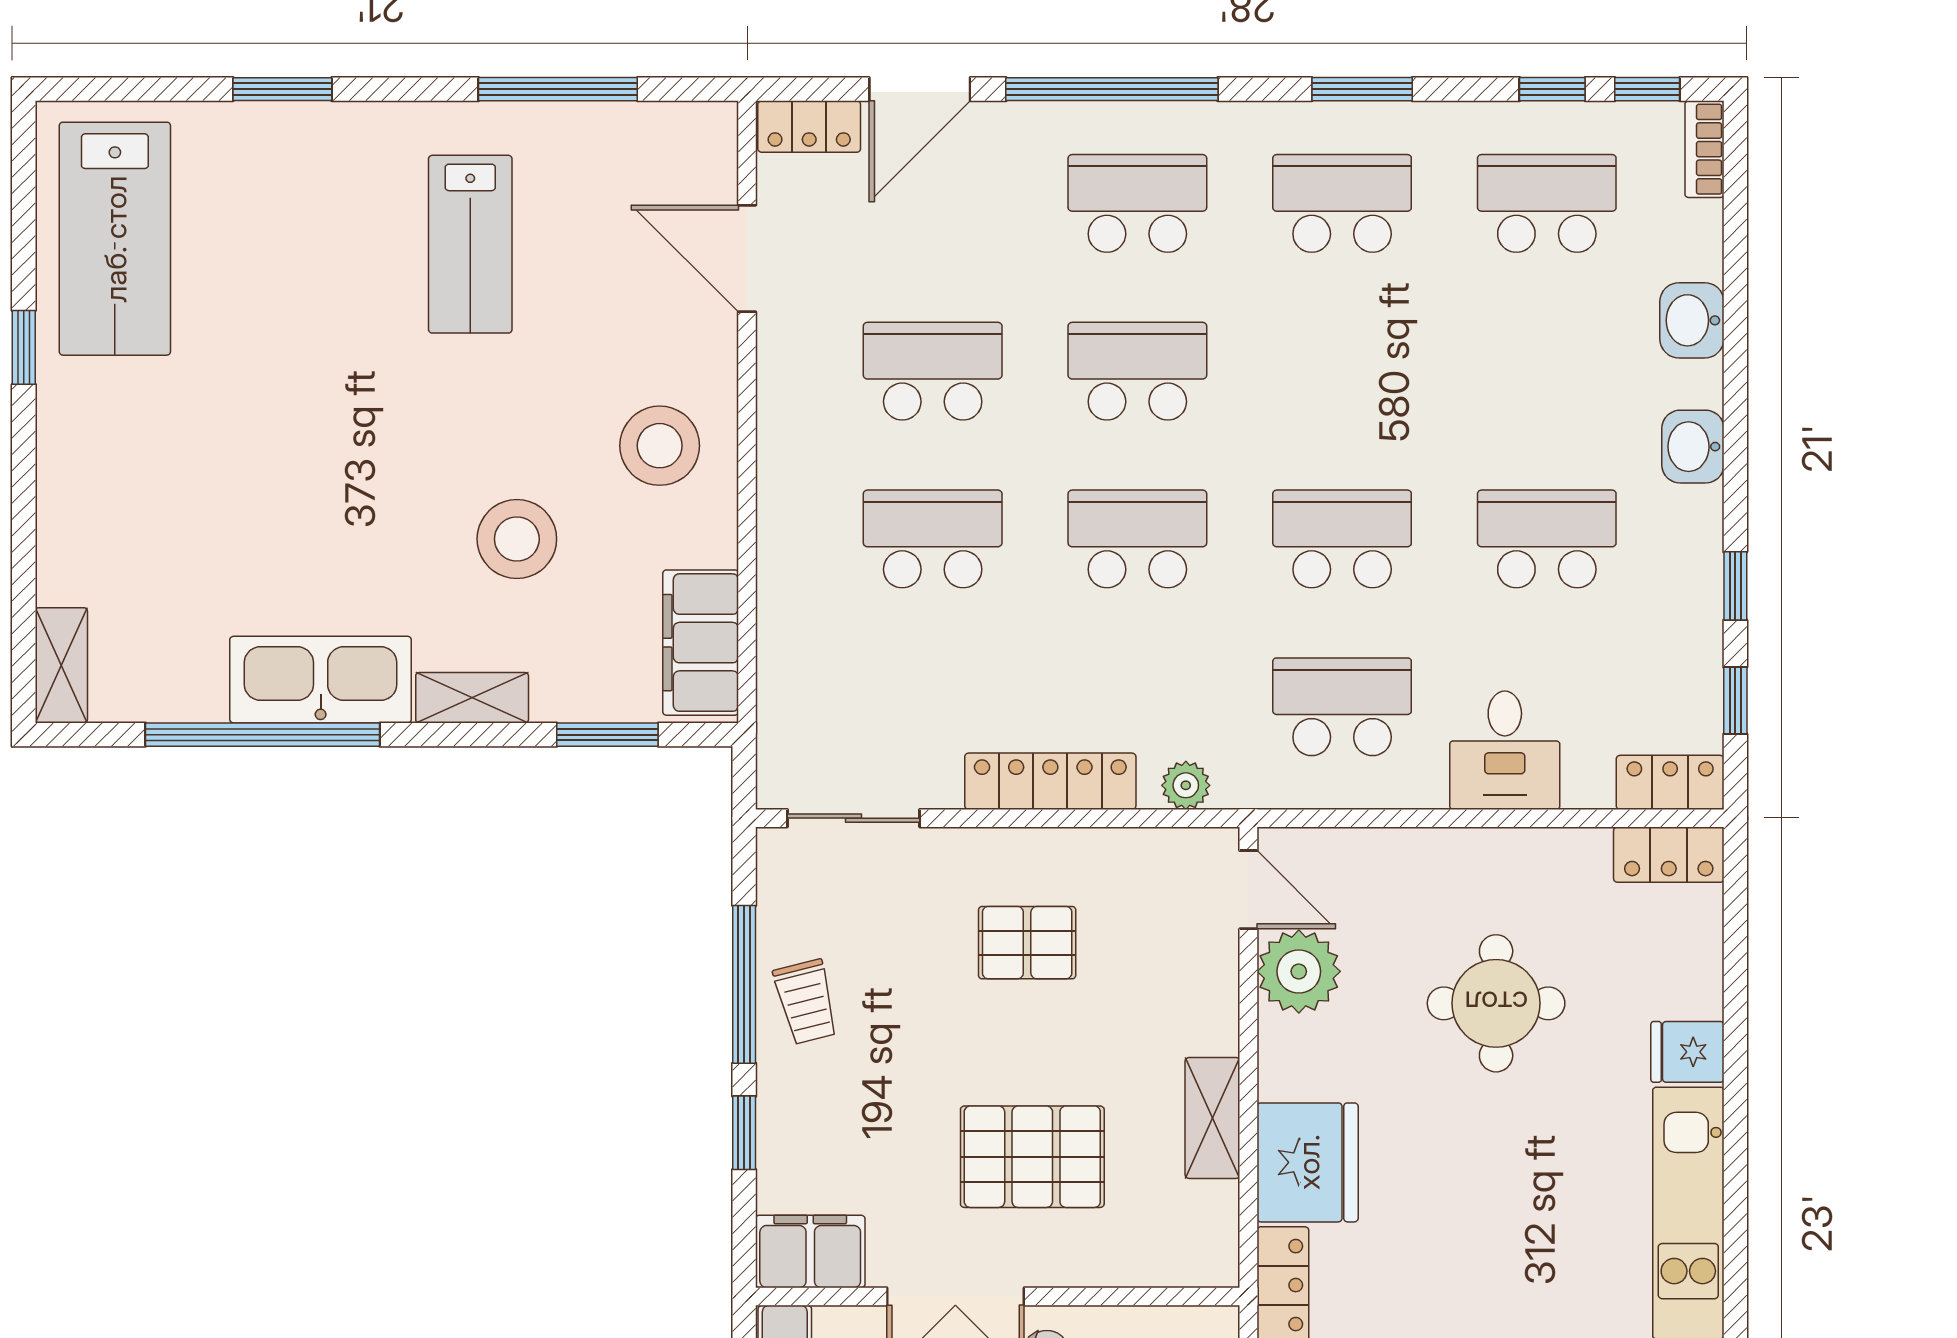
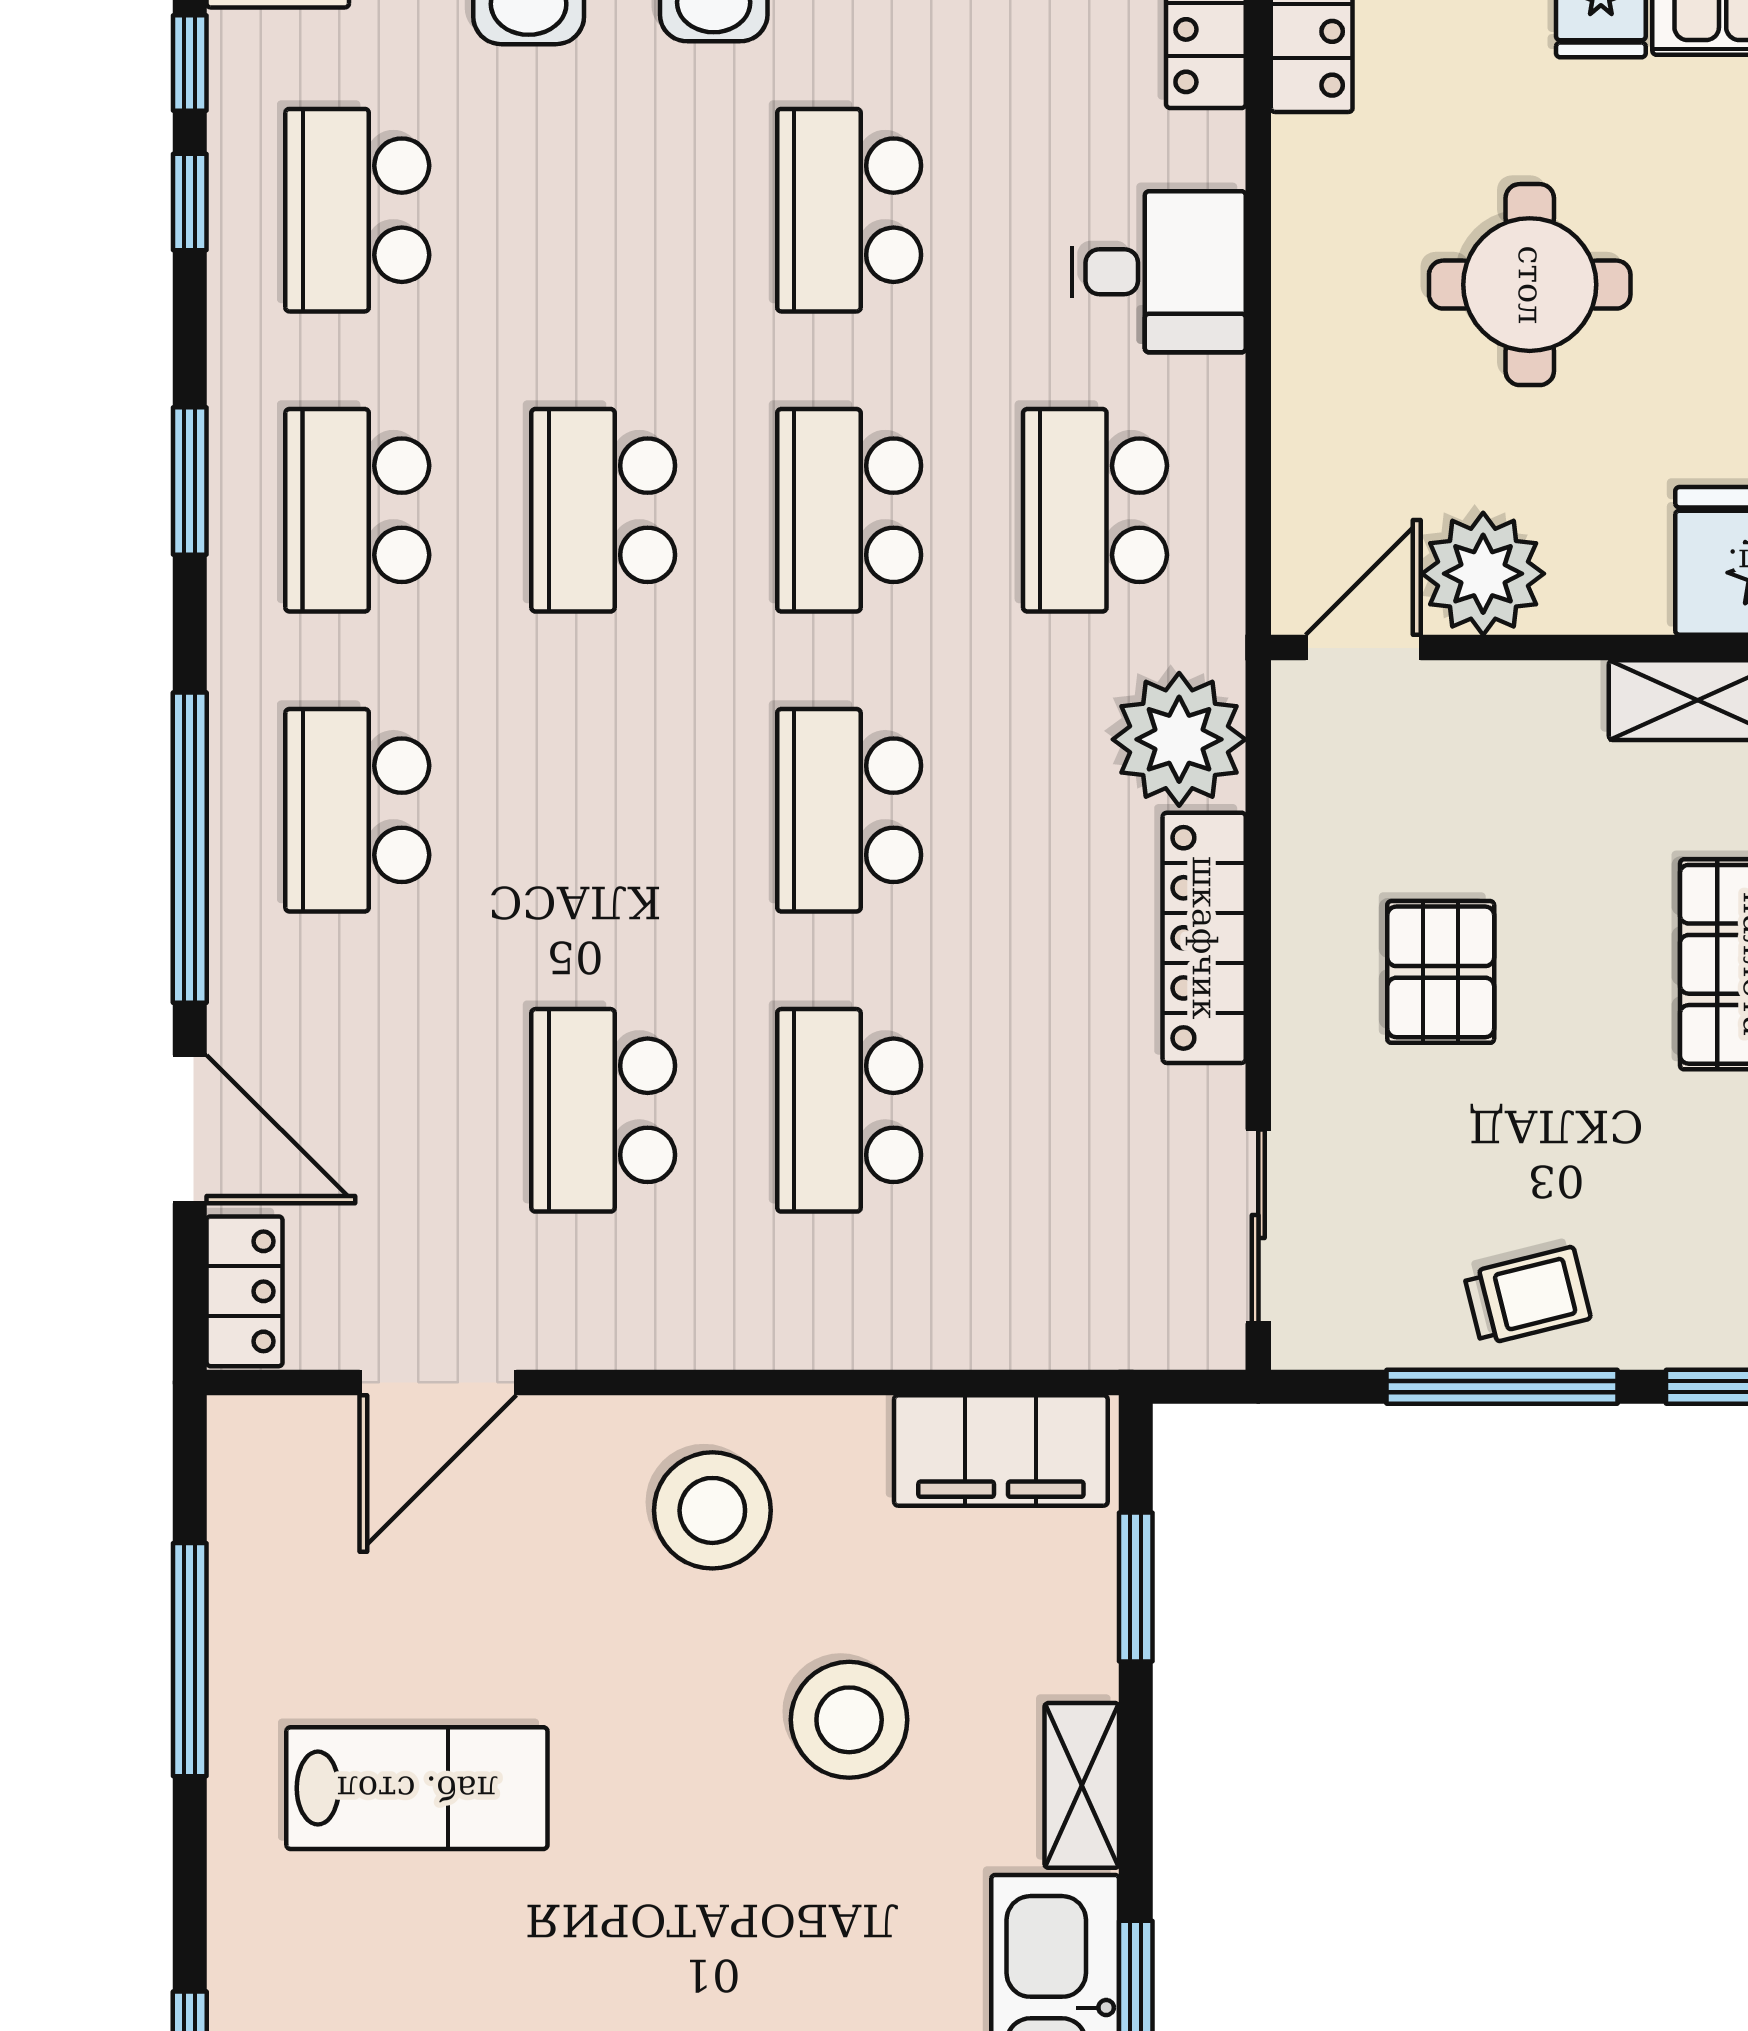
school desk: (1137, 371) -> (603, 510), moved
plant: (1186, 785) -> (1179, 739), width x1.88, depth x1.88

